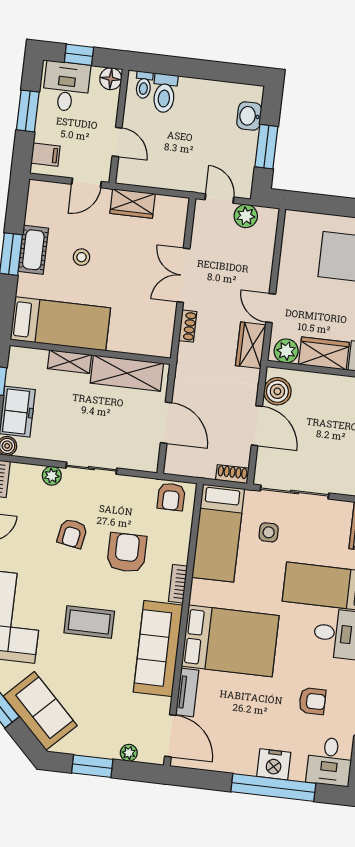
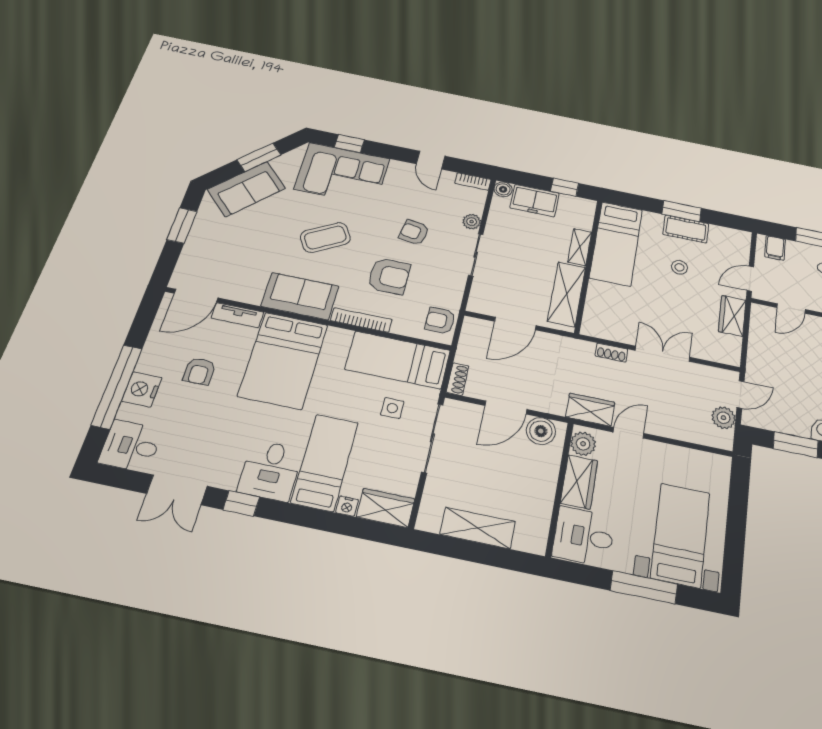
door: (87, 183) -> (750, 279), hinge flipped
bookcase: (178, 584) -> (361, 320), width x1.56
coffee table: (89, 622) -> (325, 237), turned 60
sofa: (158, 649) -> (300, 296), width x0.73
armchair: (312, 701) -> (199, 371), moved
plant: (129, 753) -> (188, 258), removed

